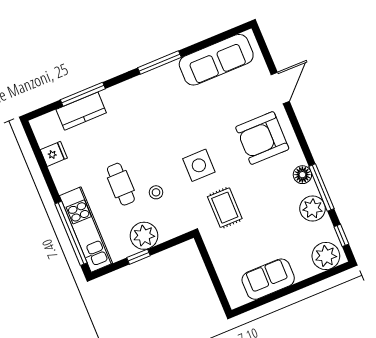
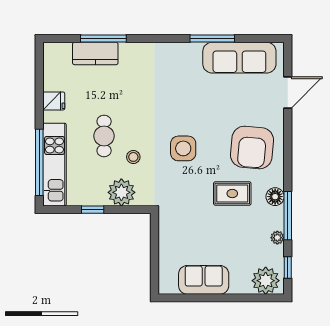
window: (159, 63) -> (212, 39), moved
door: (280, 88) -> (288, 92), moved
armchair: (262, 138) -> (252, 147), turned -85
fridge: (54, 154) -> (54, 101), moved
rug: (225, 208) -> (232, 194), moved, turned 90
plant: (313, 209) -> (277, 238), width x0.53, depth x0.53
plant: (144, 236) -> (121, 192), moved

